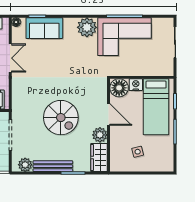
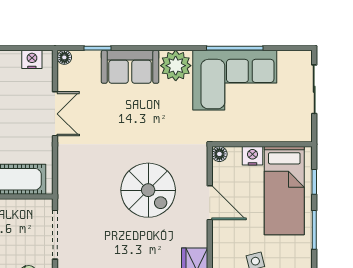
sofa: (44, 28) -> (130, 67), moved
floor lamp: (119, 88) -> (219, 154), width x0.53, depth x0.53
spiral stairs: (61, 118) -> (148, 190), moved
plant: (100, 135) -> (196, 235), removed

